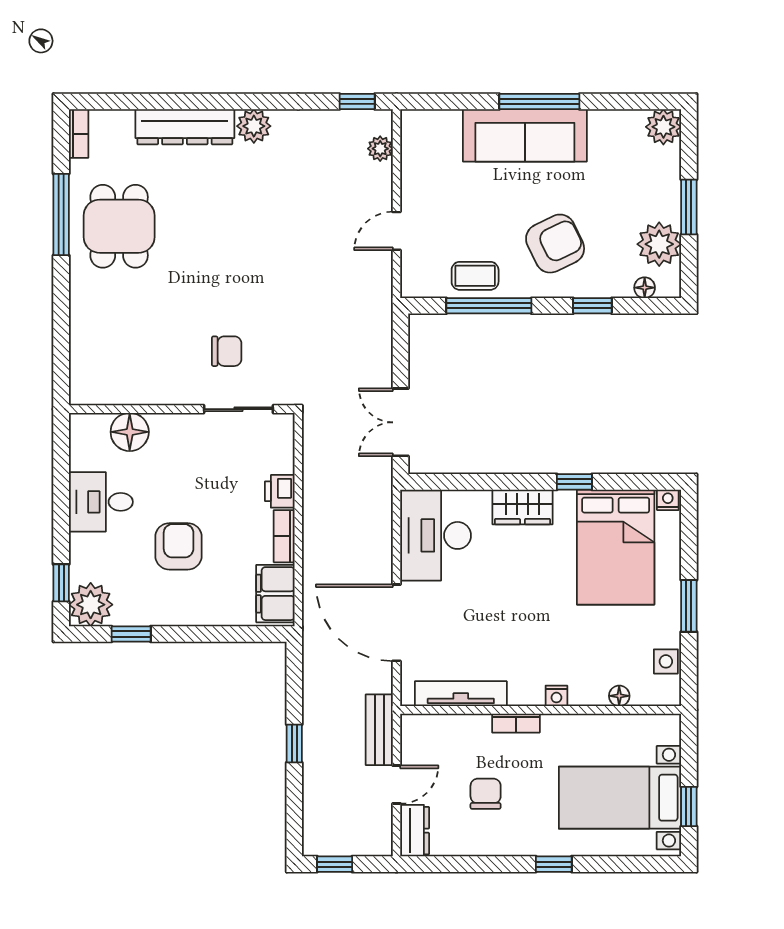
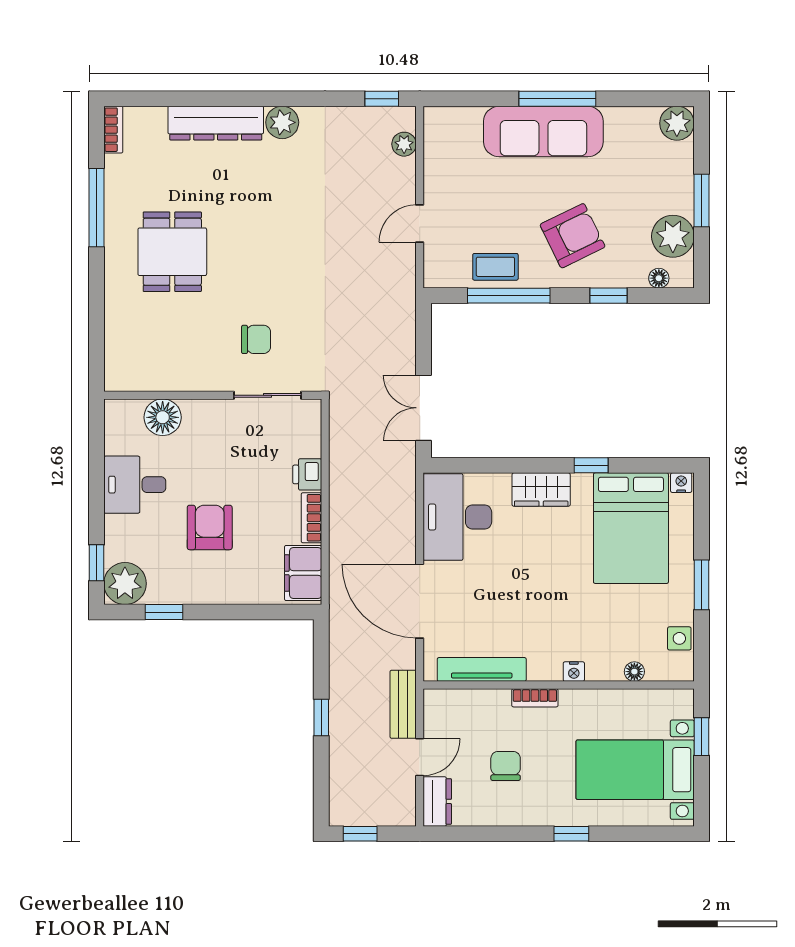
dining table: (119, 226) -> (172, 252), moved
window: (689, 806) -> (701, 737), moved

